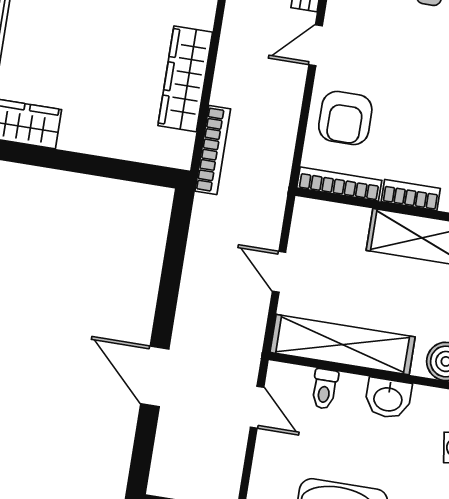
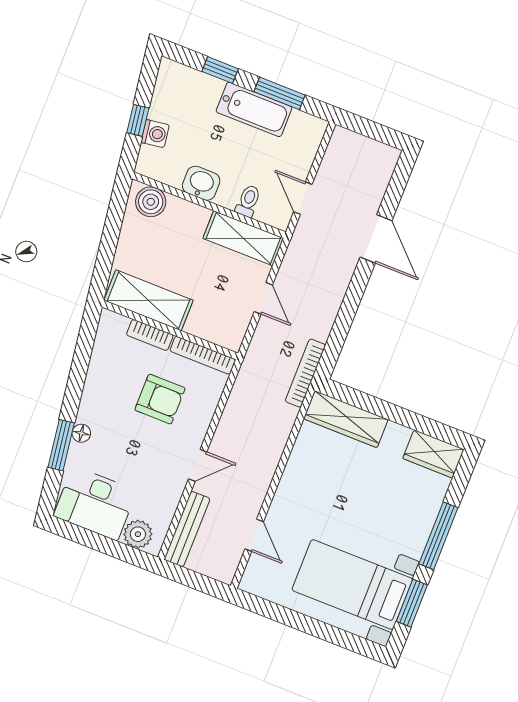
wardrobe: (185, 79) -> (346, 419), moved, turned 90
armchair: (345, 118) -> (160, 399), moved, turned 90
bookcase: (213, 150) -> (305, 373), moved
shelving: (343, 345) -> (243, 238), width x0.68

